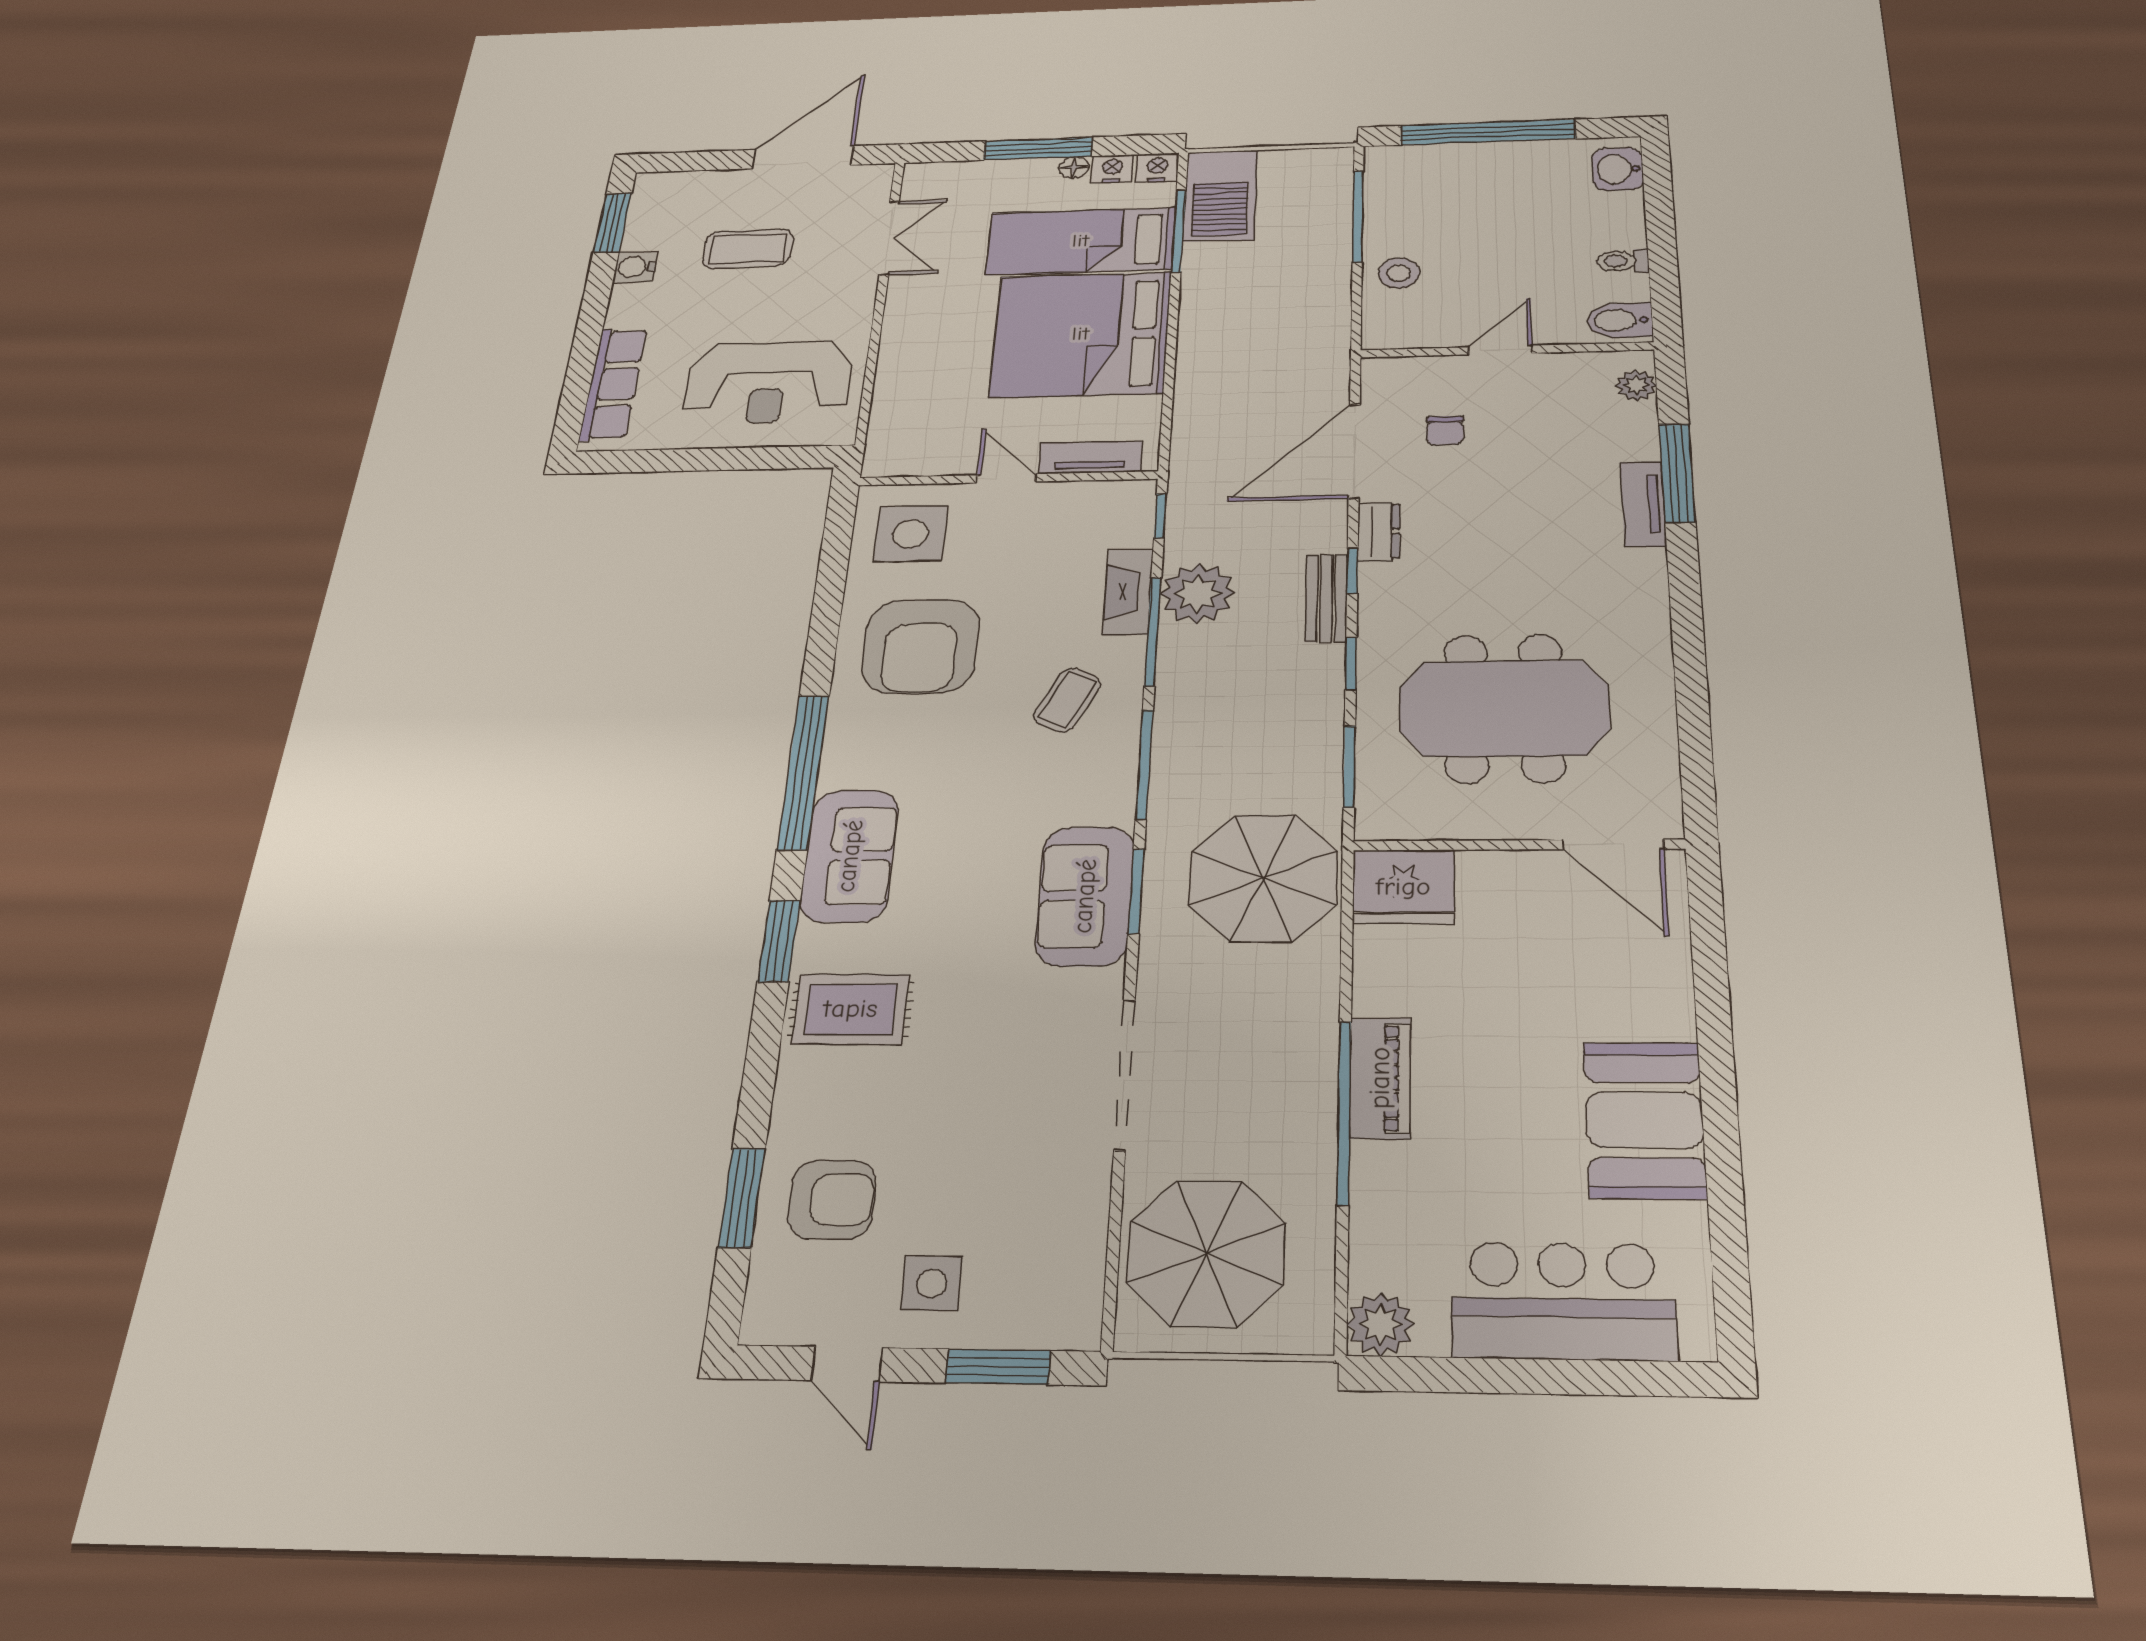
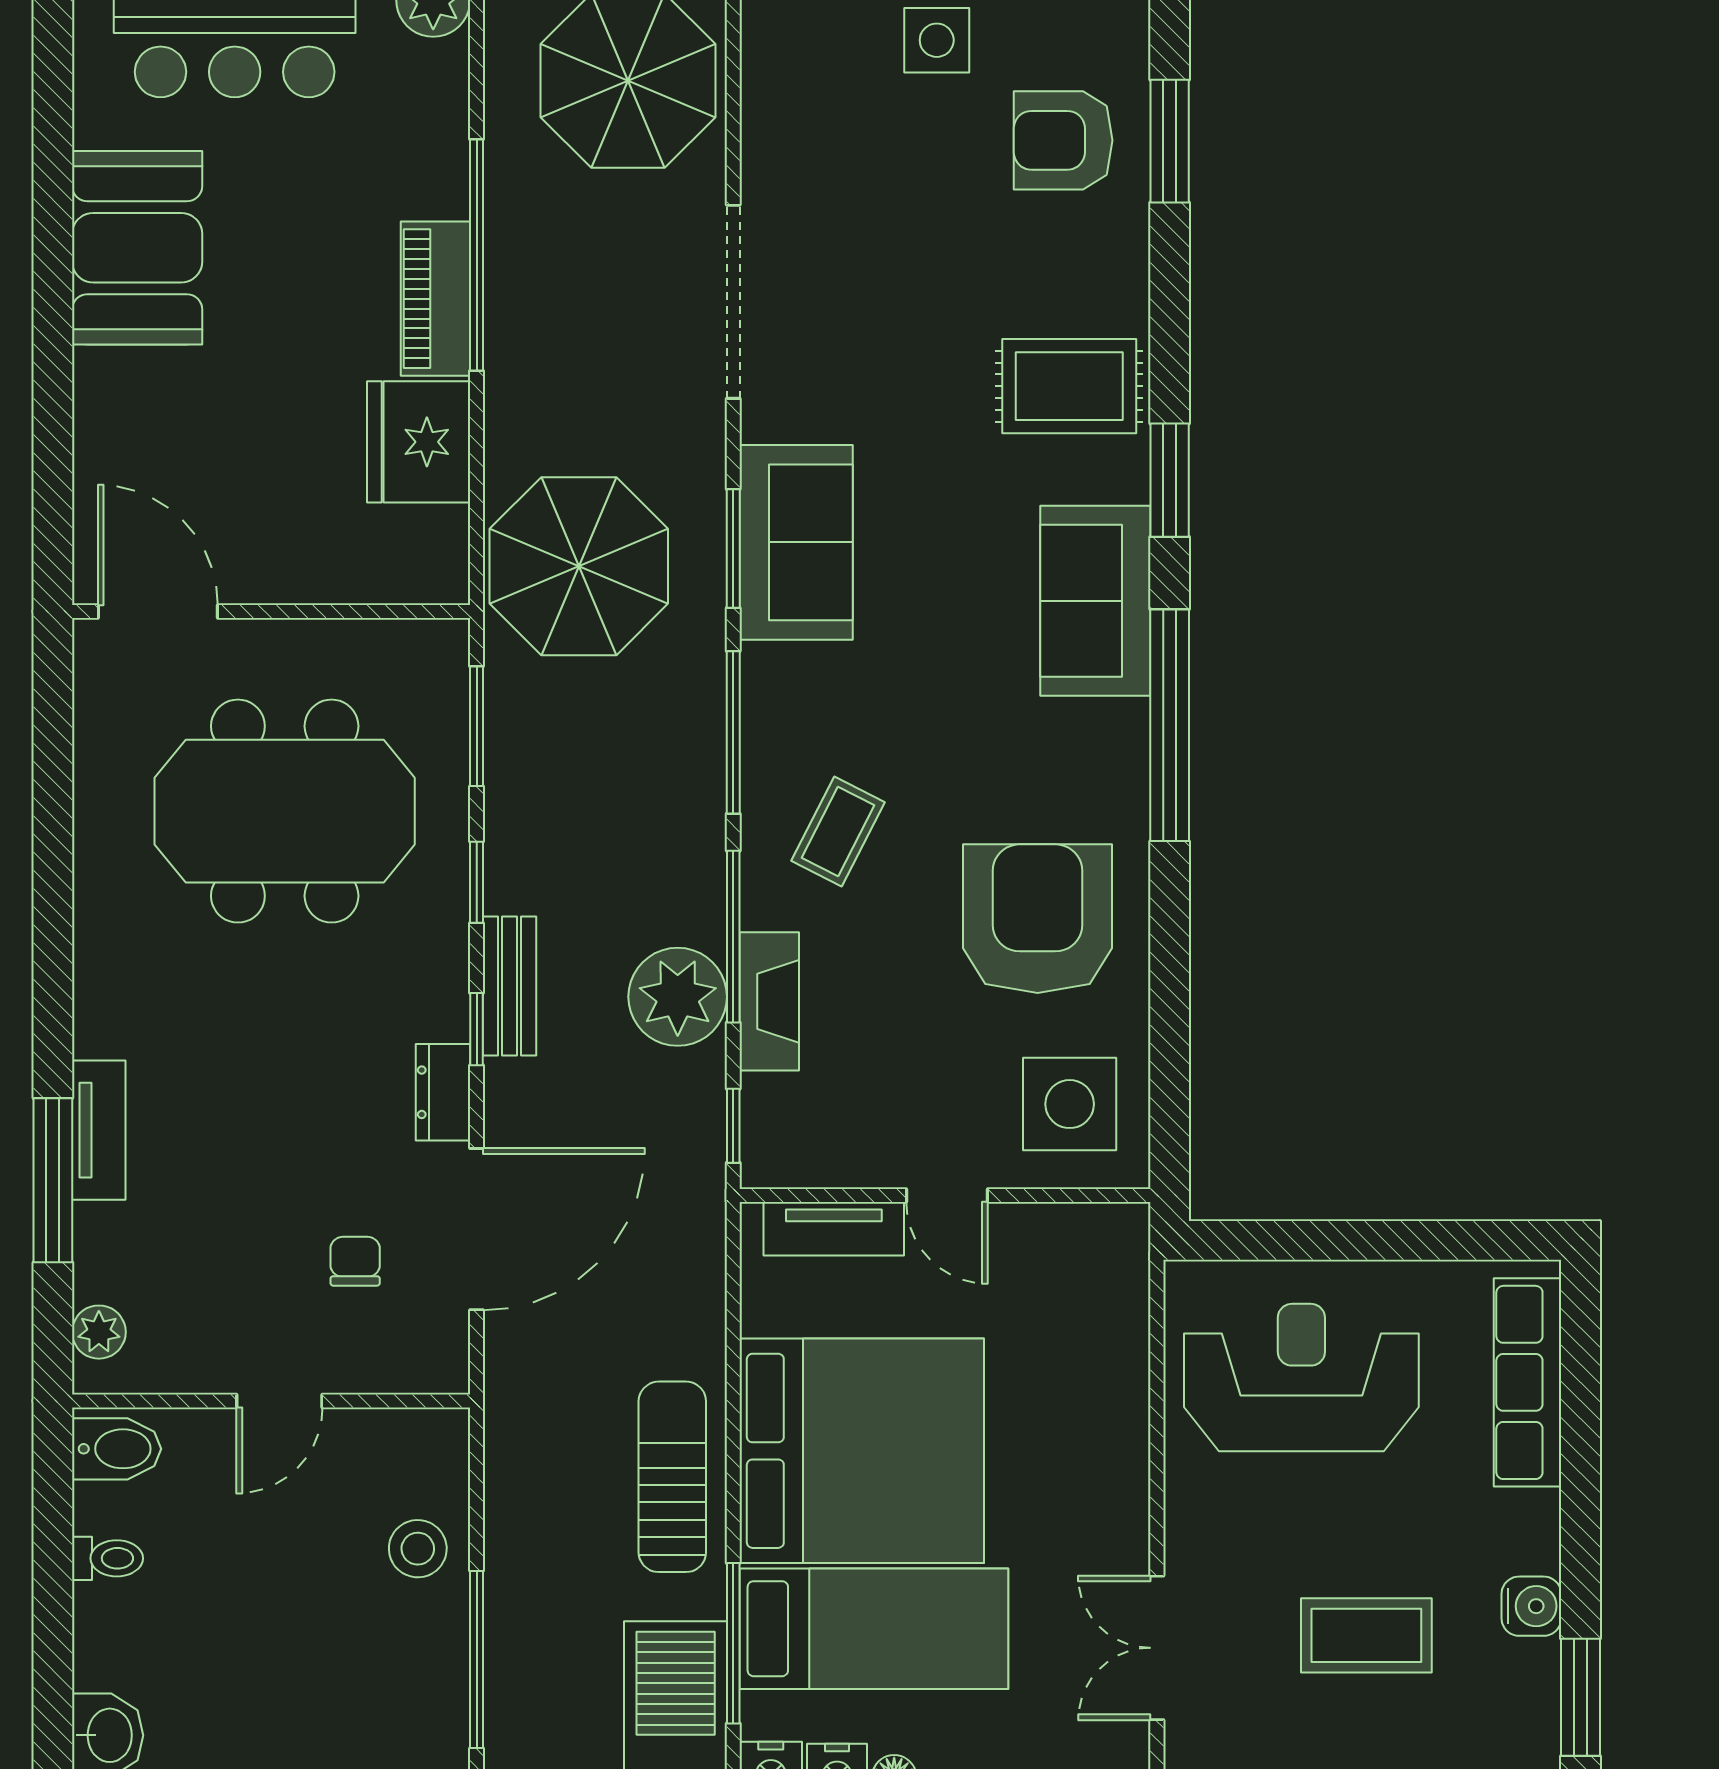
sun lounger: (1216, 317) -> (672, 1477), added
fridge: (1403, 887) -> (419, 442), moved, turned -90

